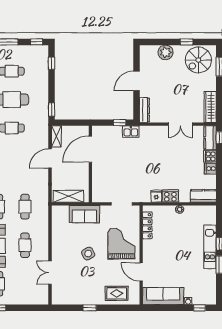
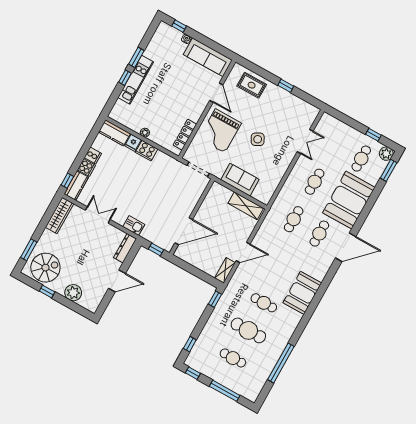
kitchen sink: (131, 132) -> (134, 226), moved
door: (90, 149) -> (184, 231), moved
wall: (90, 164) -> (192, 217), moved
fridge: (156, 196) -> (133, 143), moved

